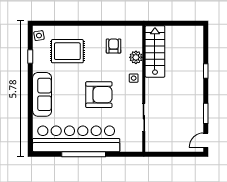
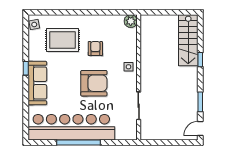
armchair: (114, 46) -> (95, 49), moved
stairs: (155, 51) -> (188, 40), moved, turned 180
window: (30, 57) -> (26, 68), moved
plant: (136, 57) -> (131, 21), moved

